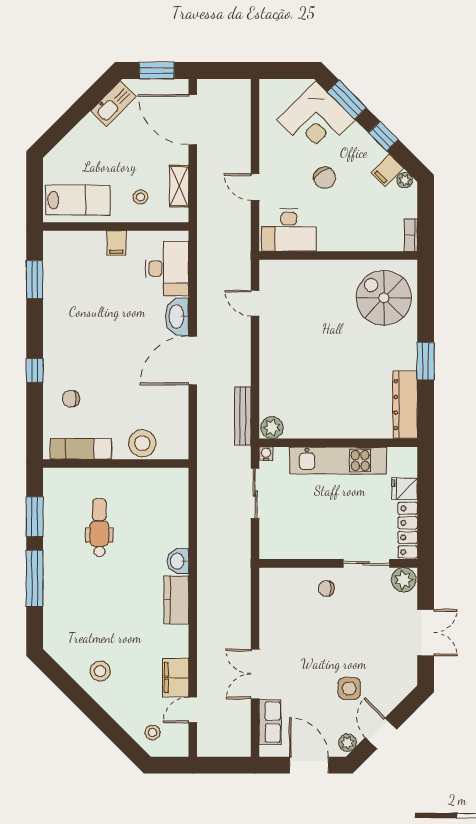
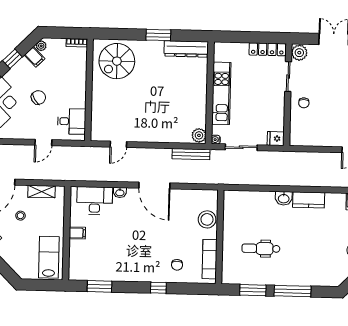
stool: (140, 197) -> (20, 216), moved
desk: (289, 230) -> (72, 121), width x0.73
washbasin: (177, 316) -> (120, 192), width x0.52, depth x0.69
fridge: (405, 489) -> (276, 139), moved, turned 90

